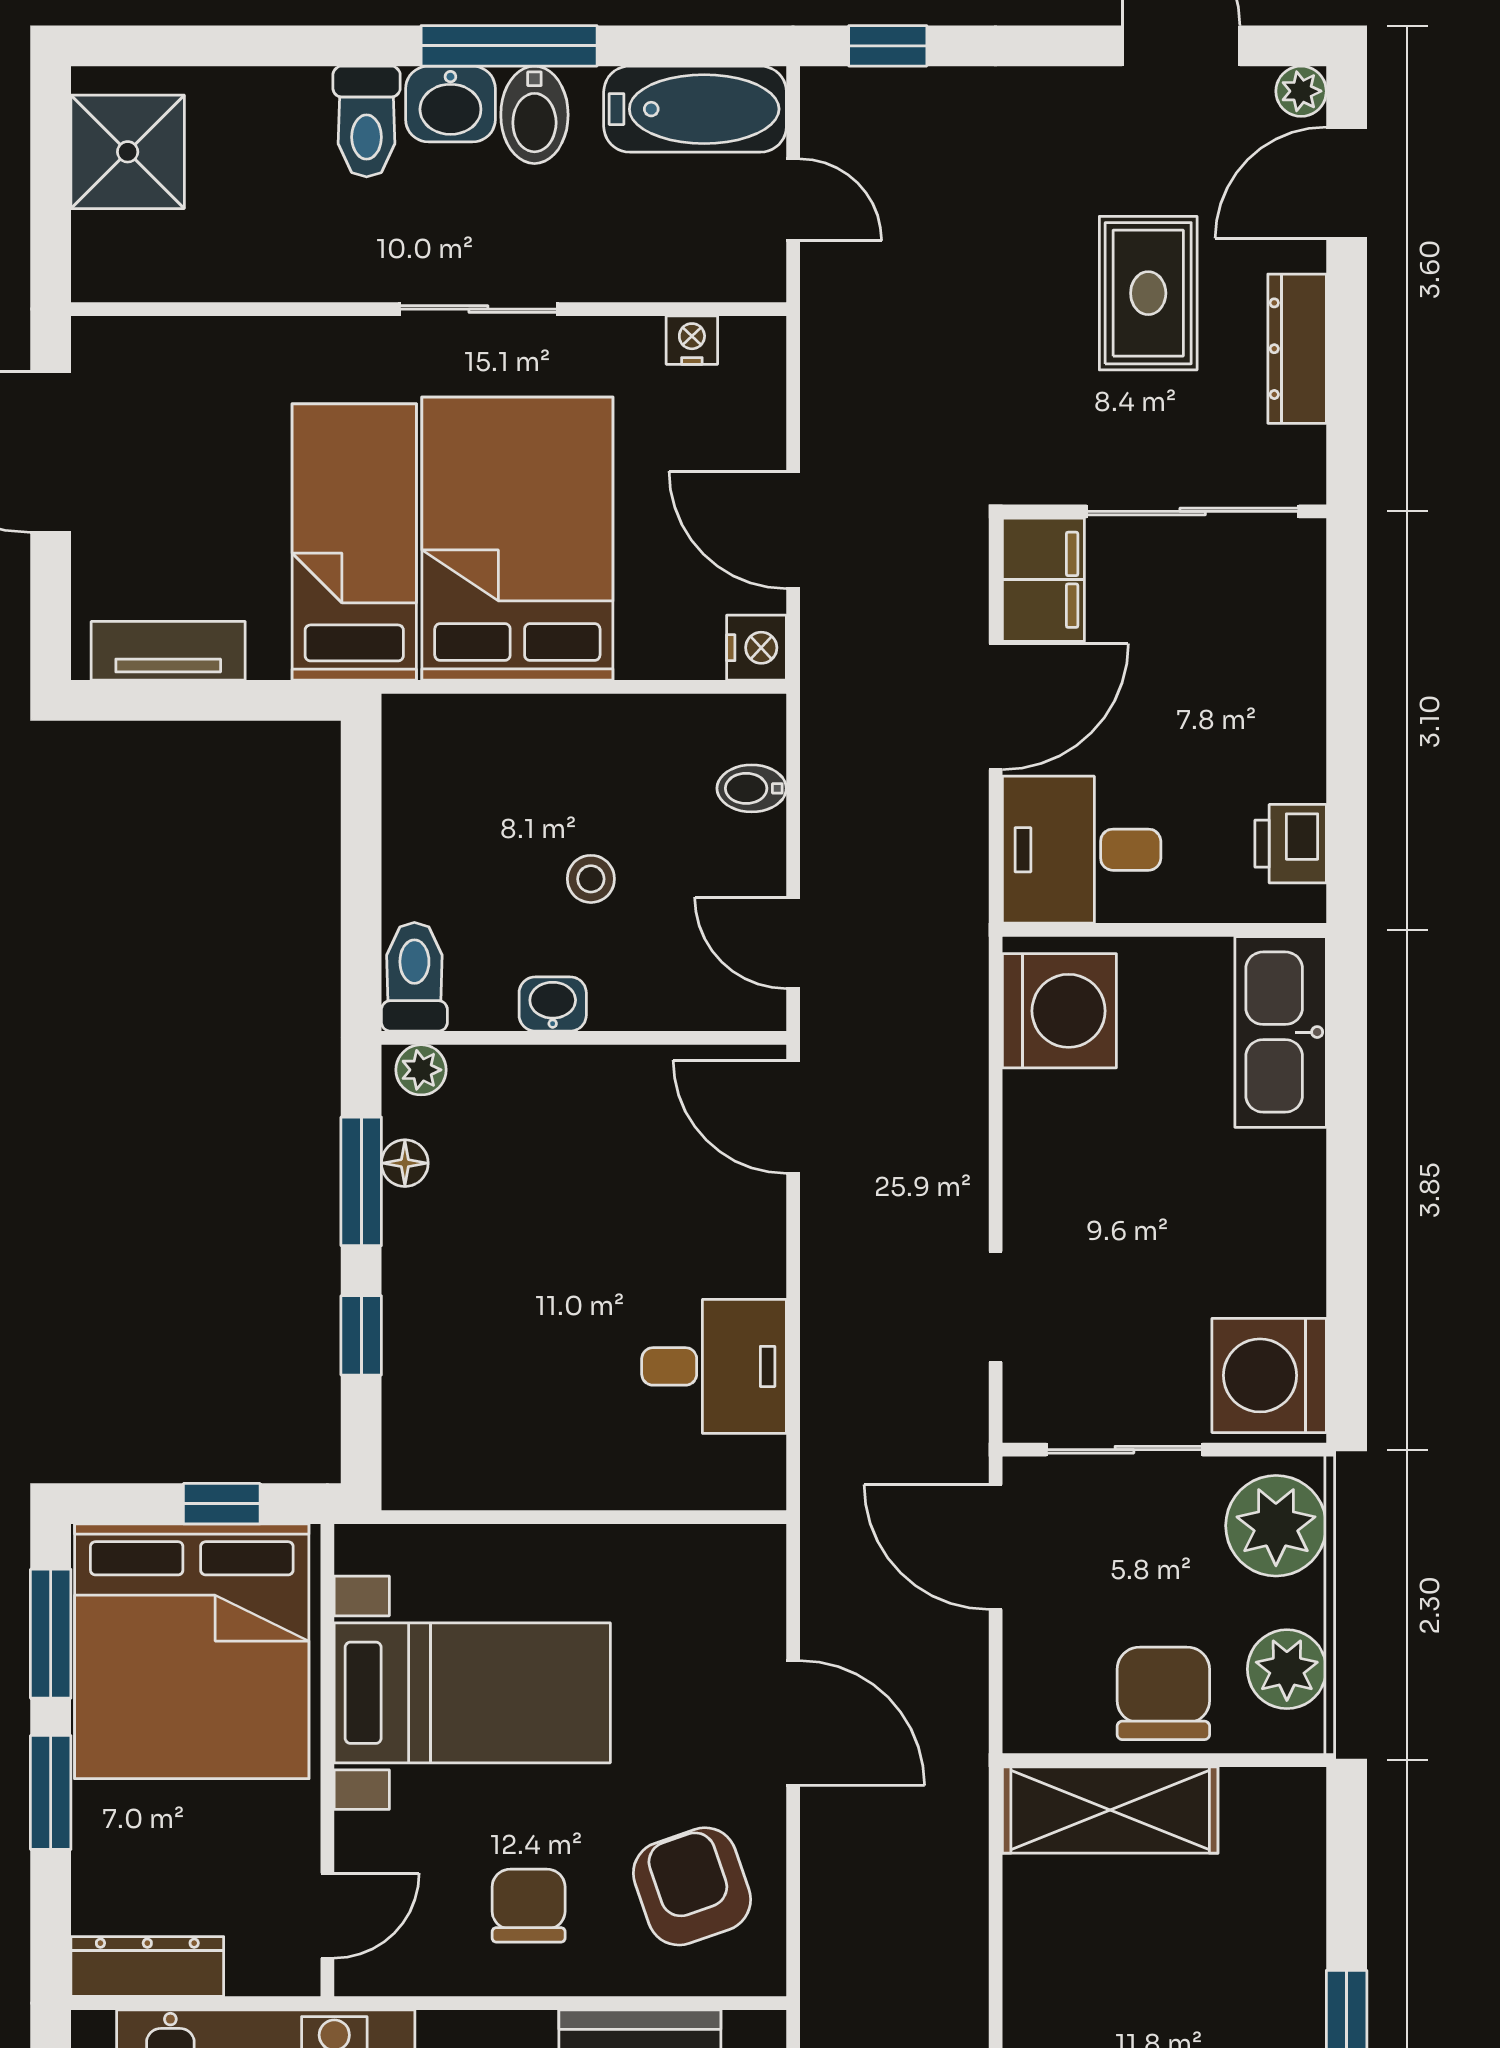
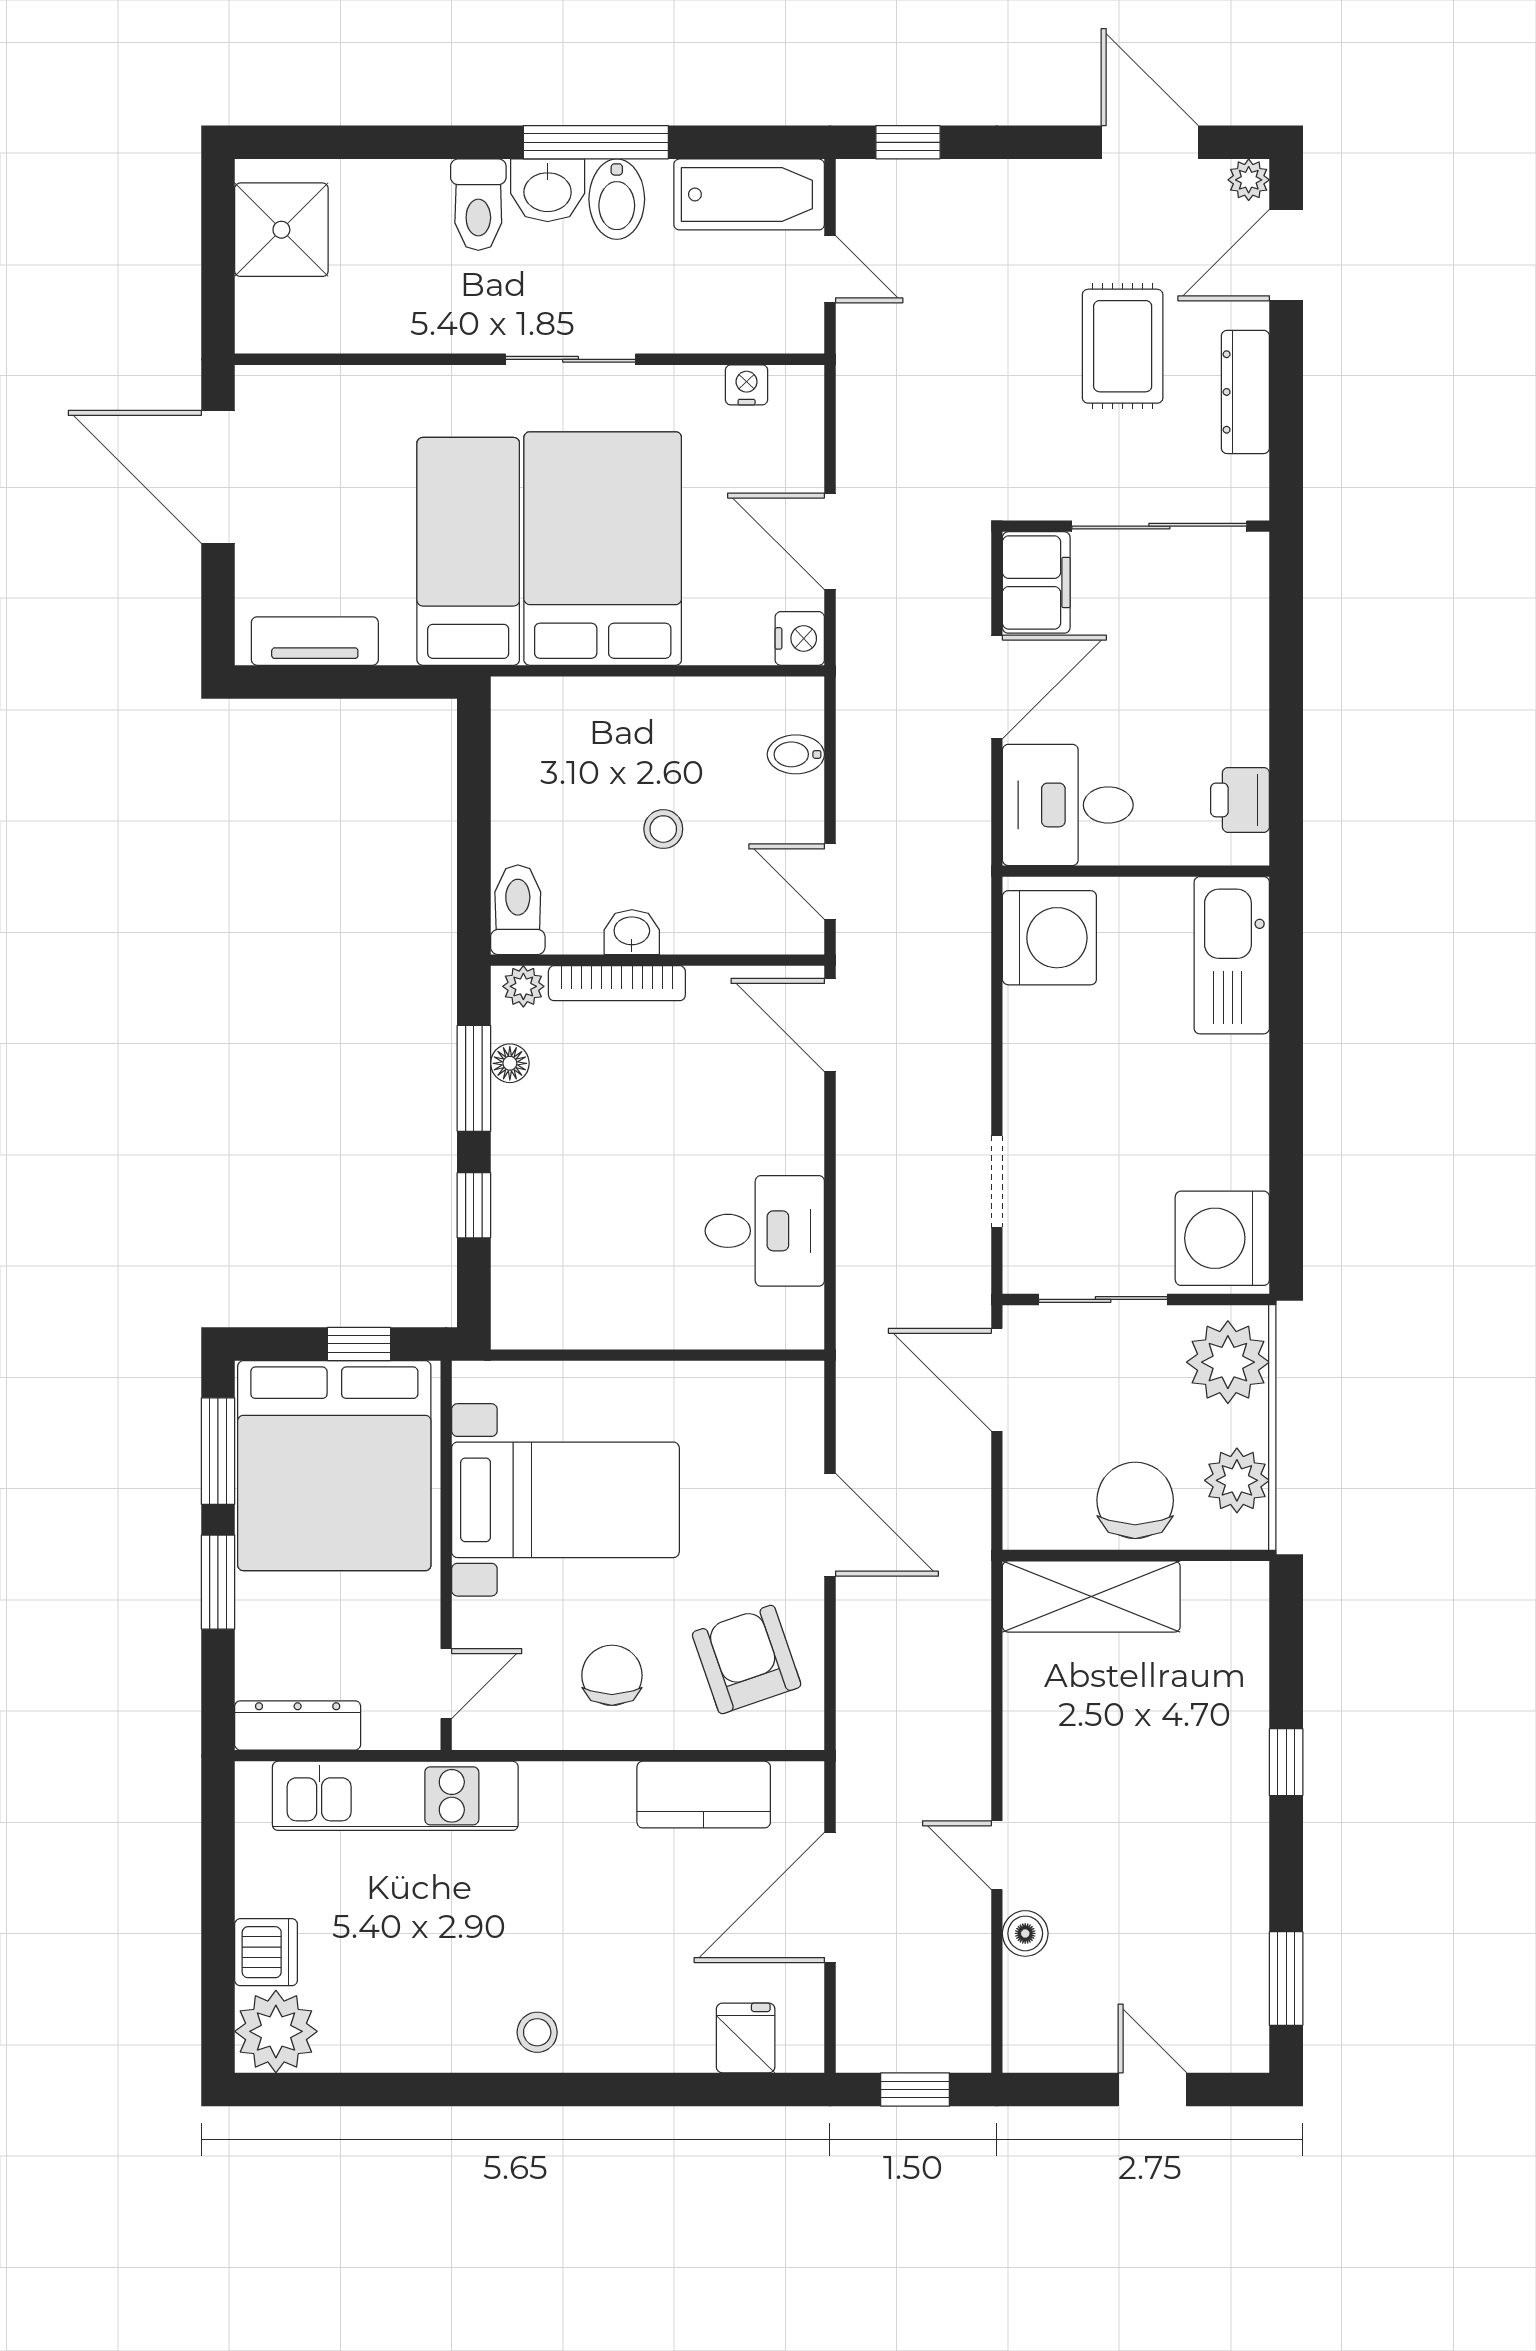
bookcase: (535, 1066) -> (617, 983), added

